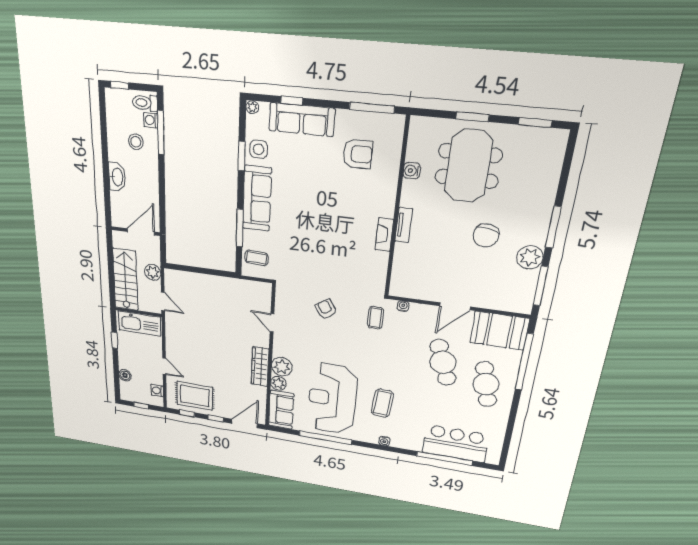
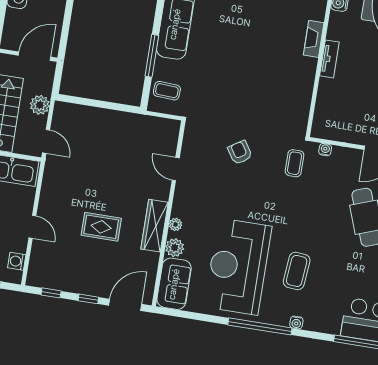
fireplace: (384, 235) -> (314, 39), moved
plant: (282, 367) -> (176, 224), width x0.53, depth x0.53
rug: (195, 396) -> (101, 227), moved, width x0.73, depth x0.70
window: (325, 438) -> (260, 326), moved

